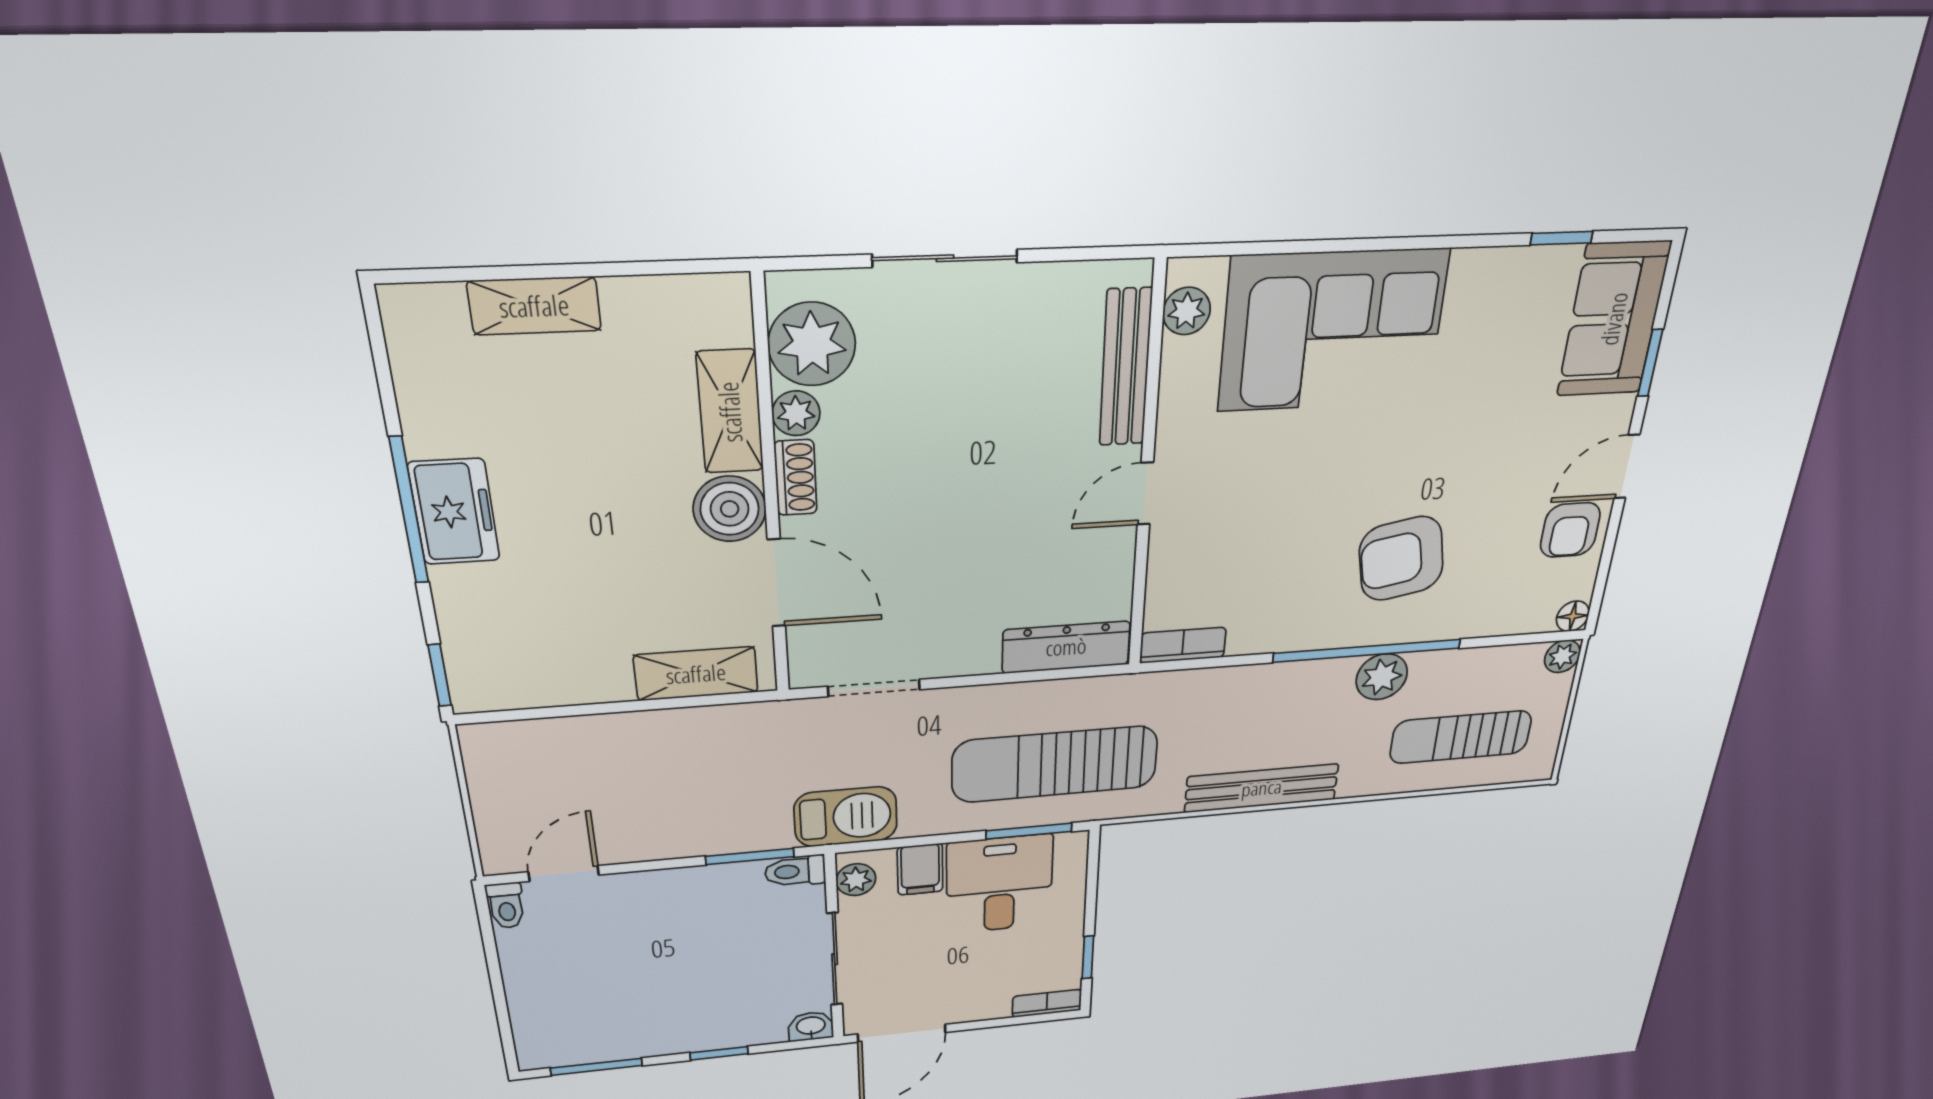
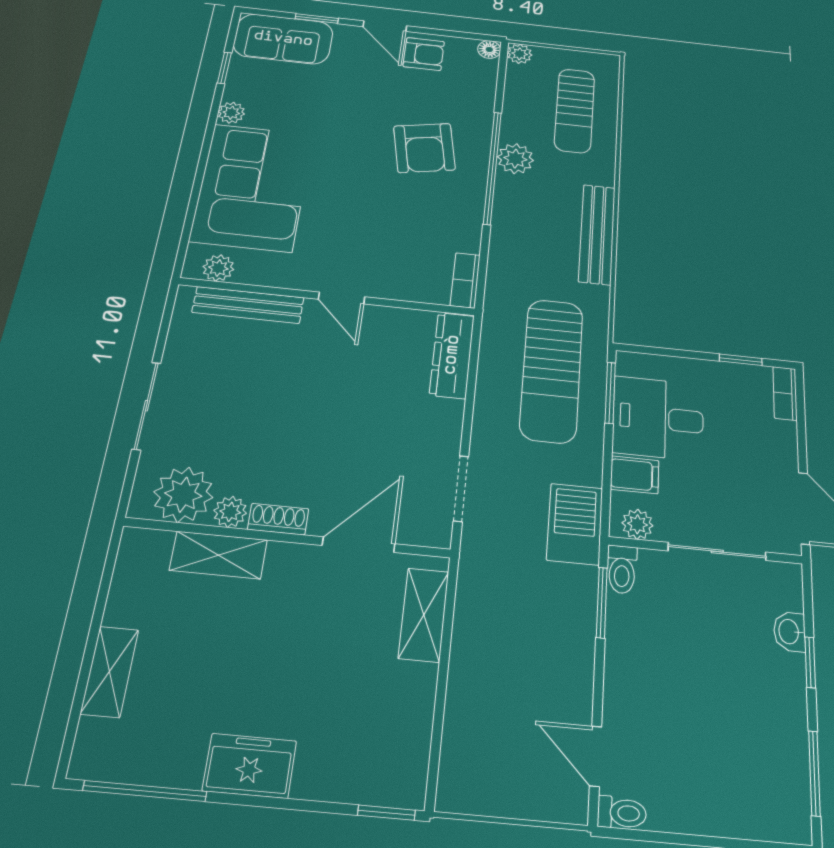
plant: (1473, 268) -> (231, 113), added
boiler: (730, 509) -> (292, 568), removed
window: (409, 511) -> (145, 791), moved
washbasin: (811, 1026) -> (790, 632), moved

